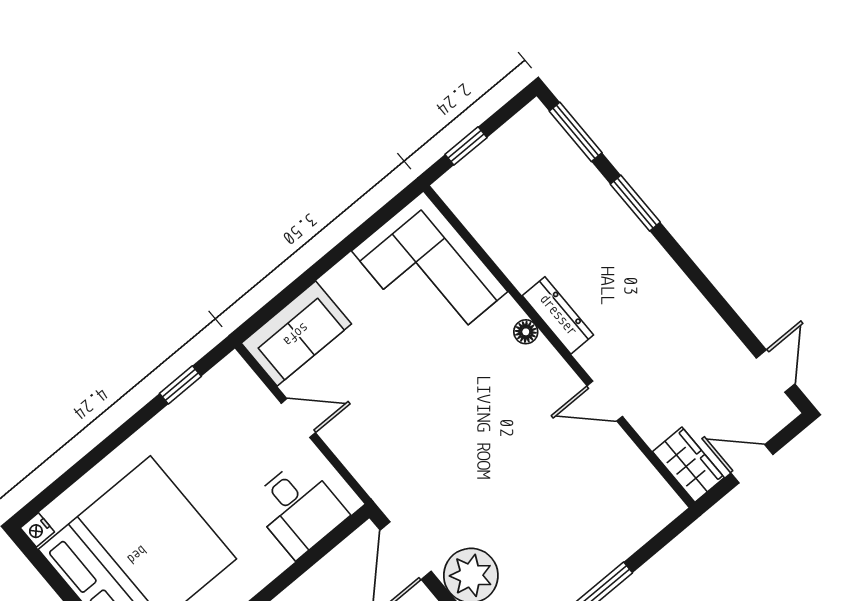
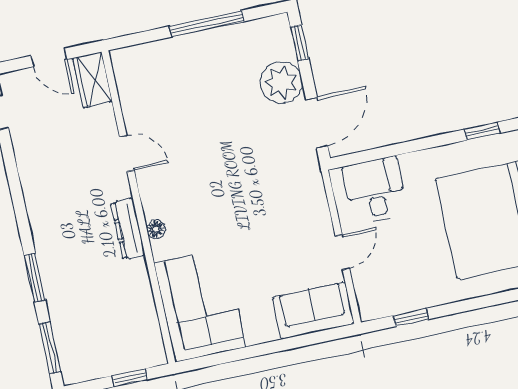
door: (298, 418) -> (342, 252), swing flipped

